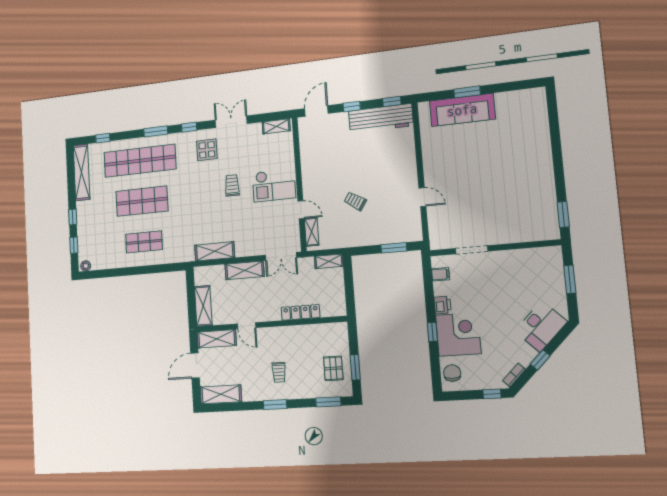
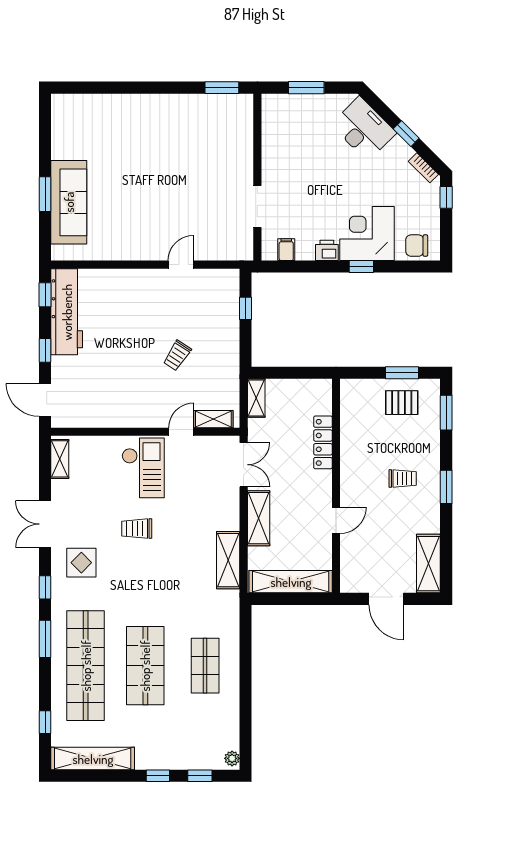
window: (394, 248) -> (246, 308), width x0.67
shelving: (203, 306) -> (291, 582), width x1.47
shelving: (217, 339) -> (351, 565), removed

